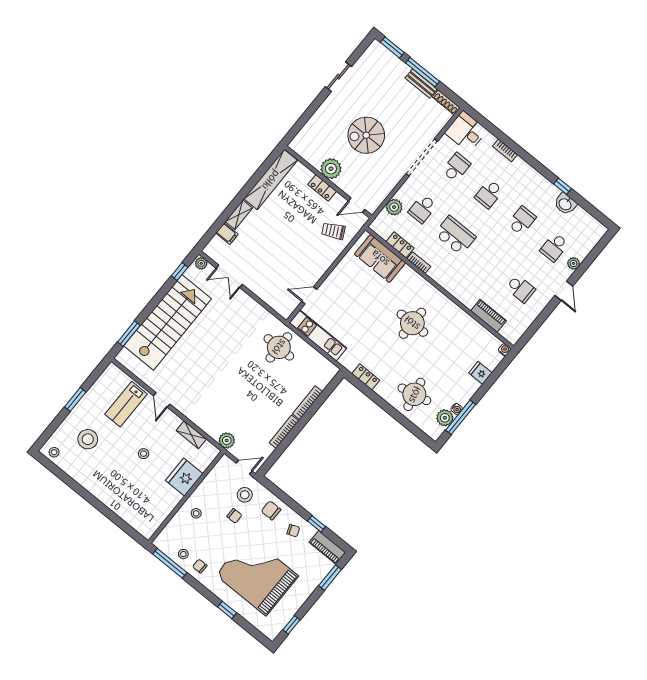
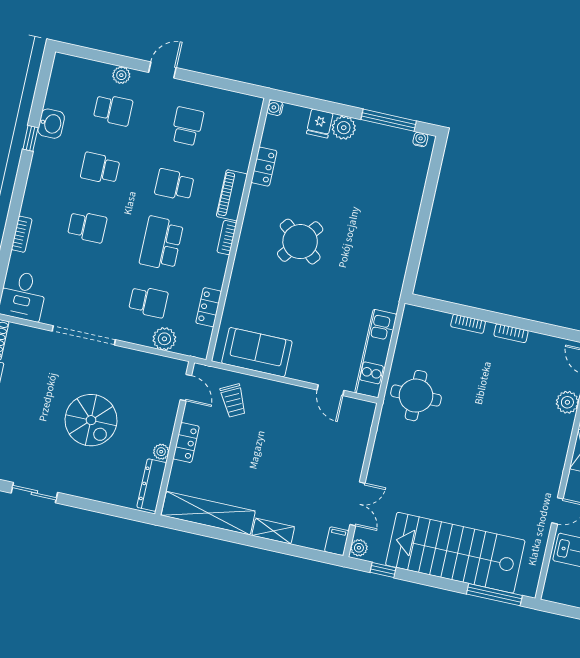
dresser: (306, 153) -> (152, 485), added
school desk: (456, 167) -> (174, 185), moved
plant: (331, 169) -> (161, 452), width x0.53, depth x0.53
filing cabinet: (227, 234) -> (337, 541), moved
sofa: (380, 258) -> (257, 352), moved, turned -90
bookcase: (419, 263) -> (227, 238), moved
piano: (489, 316) -> (232, 195), moved
round table: (412, 323) -> (300, 242), turned 38
window: (129, 334) -> (494, 595), width x1.44
locker: (366, 377) -> (264, 167), moved, turned 180
round table: (414, 394) -> (389, 194), removed
bookcase: (307, 403) -> (468, 324), width x0.64
water cooler: (457, 409) -> (420, 139), moved
plant: (445, 418) -> (344, 128), moved
bookcase: (284, 432) -> (511, 333), width x0.64

